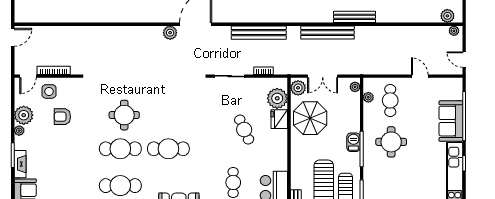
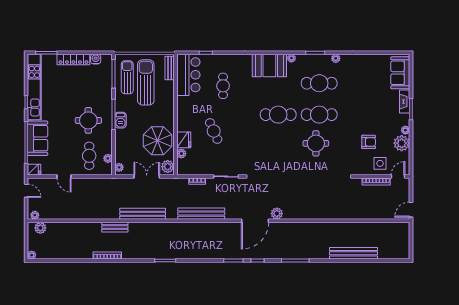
bench: (354, 17) -> (115, 227), width x0.73
fridge: (455, 84) -> (34, 170), added
plant: (277, 98) -> (181, 154), width x0.53, depth x0.53

